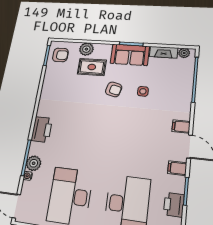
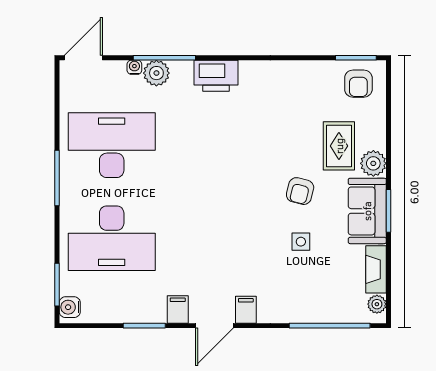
plant: (86, 49) -> (373, 163), moved
printer: (174, 205) -> (122, 309), removed

